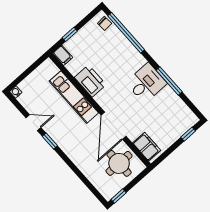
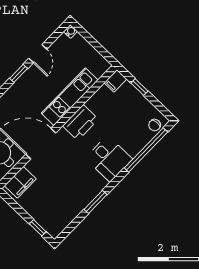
printer: (90, 81) -> (80, 123), moved
window: (169, 81) -> (95, 202), width x0.69
desk: (146, 83) -> (109, 159), moved

